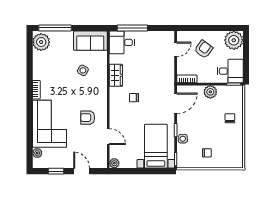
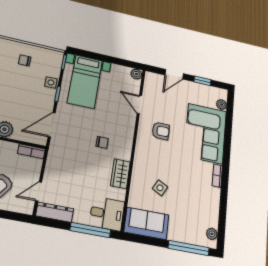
dresser: (161, 36) -> (55, 212), added
plant: (41, 42) -> (212, 234), width x0.53, depth x0.53
door: (82, 171) -> (174, 74), hinge flipped

